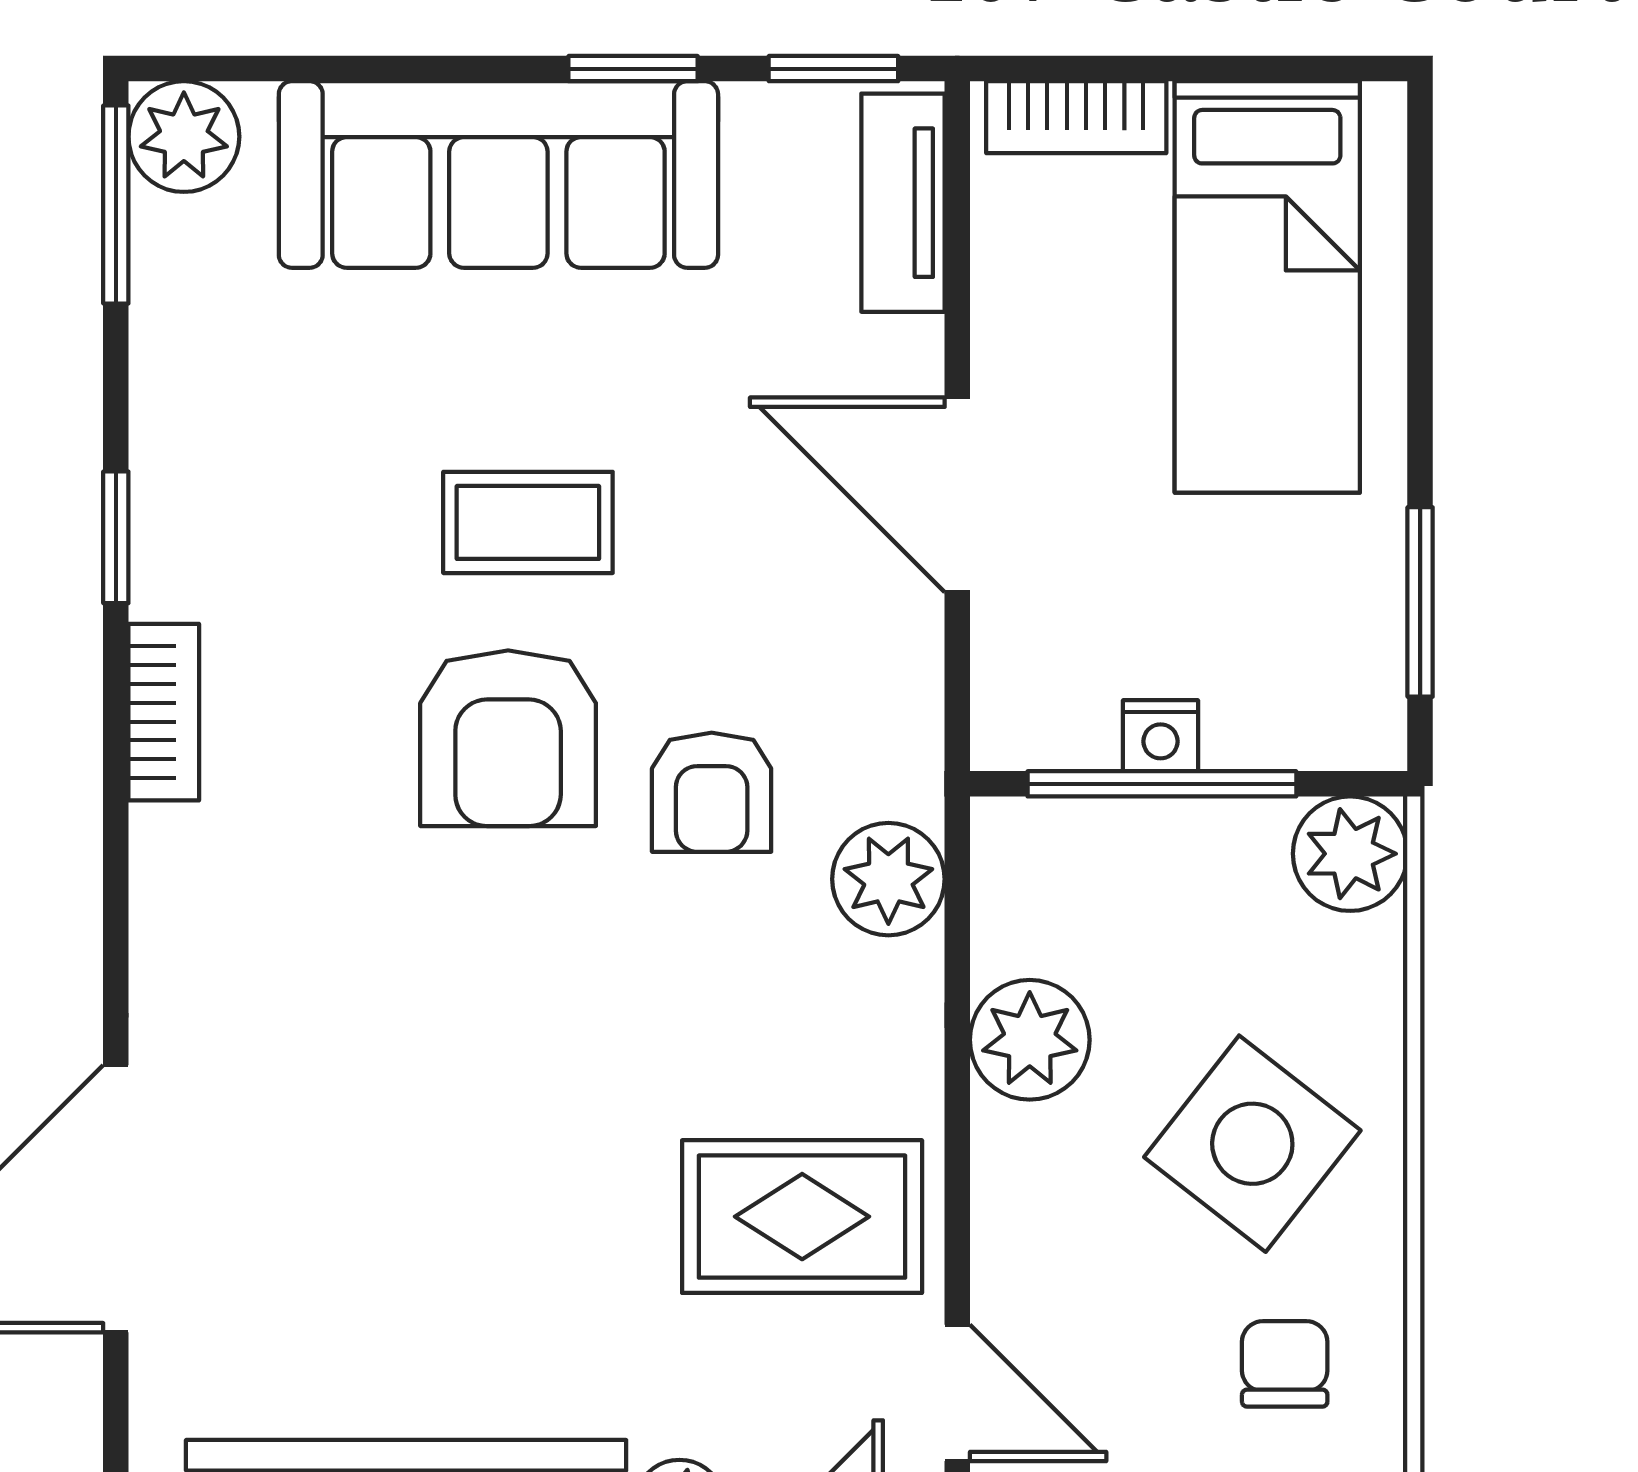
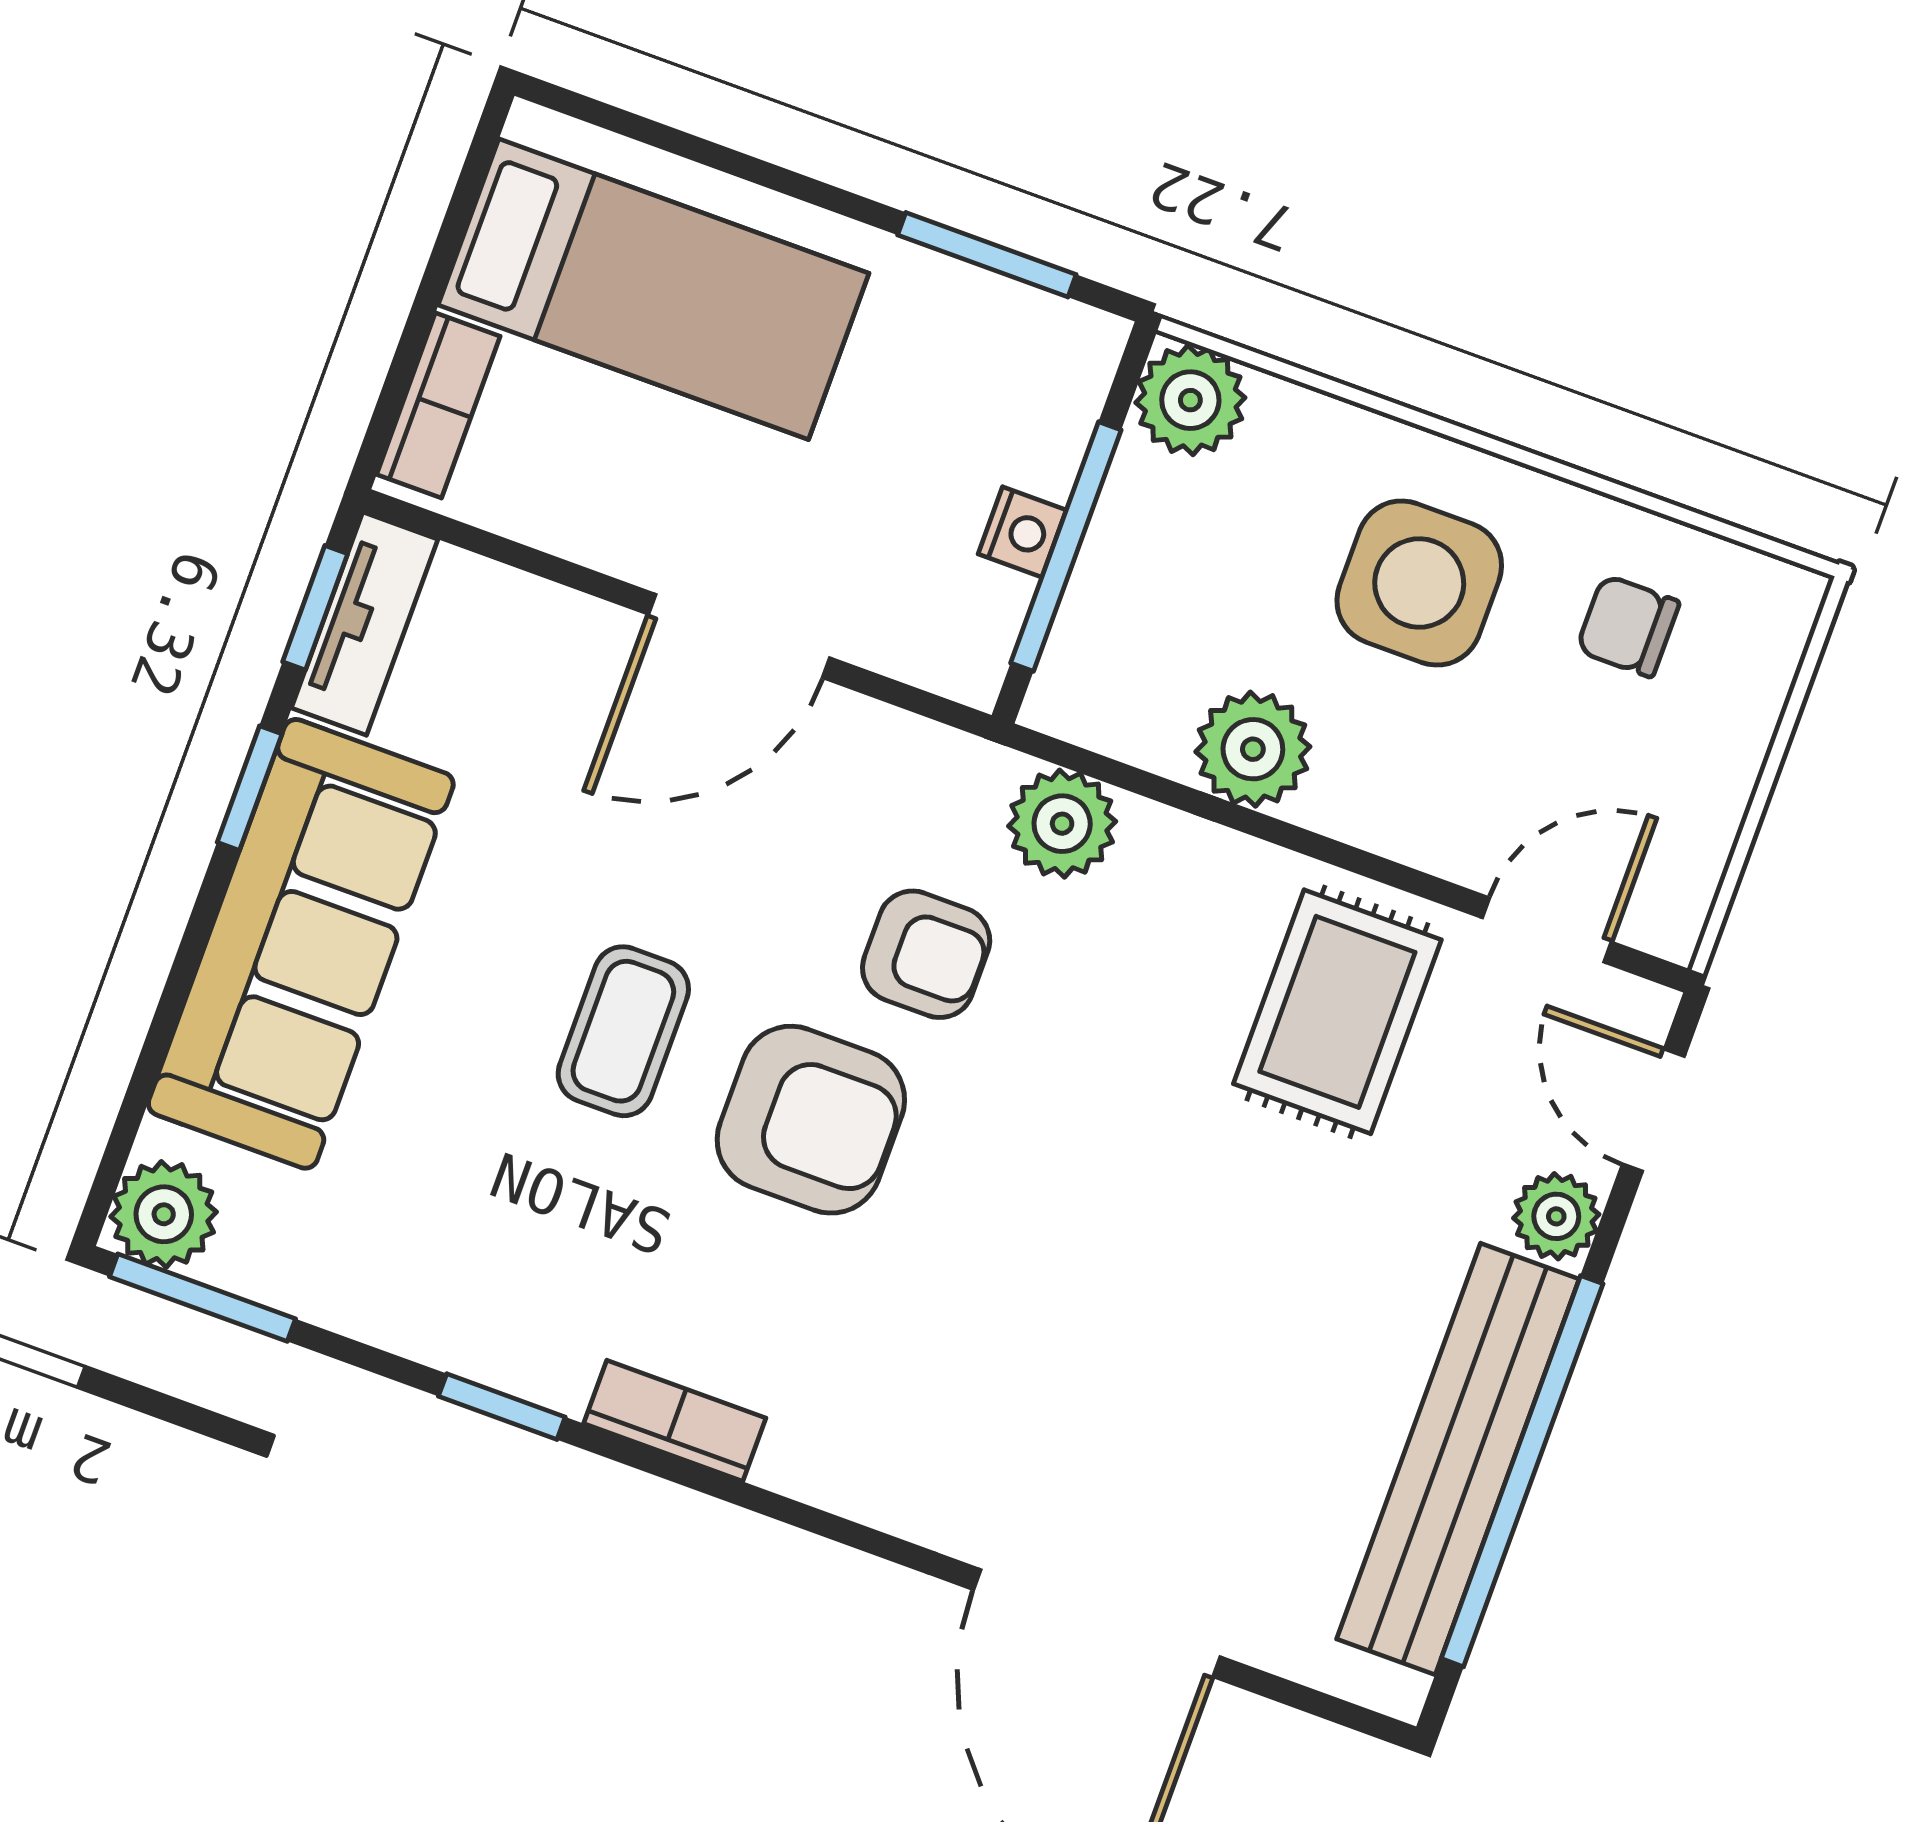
tv unit: (903, 203) -> (365, 624), moved, turned -90
side table: (1252, 1144) -> (1419, 583), turned -38

